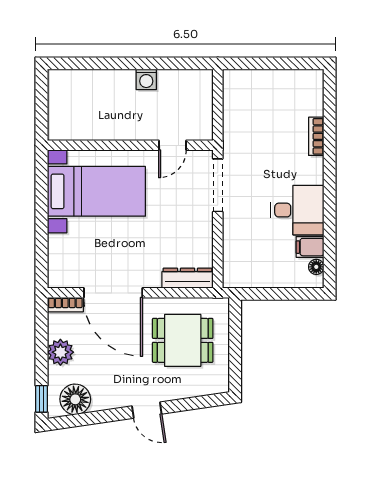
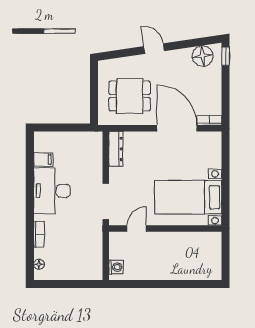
washing machine: (146, 79) -> (116, 267), moved, turned 90
desk: (297, 210) -> (52, 191), width x1.37
floor lamp: (316, 267) -> (39, 264), moved
dresser: (188, 278) -> (116, 149), moved, turned -90
plant: (60, 352) -> (213, 88), removed

